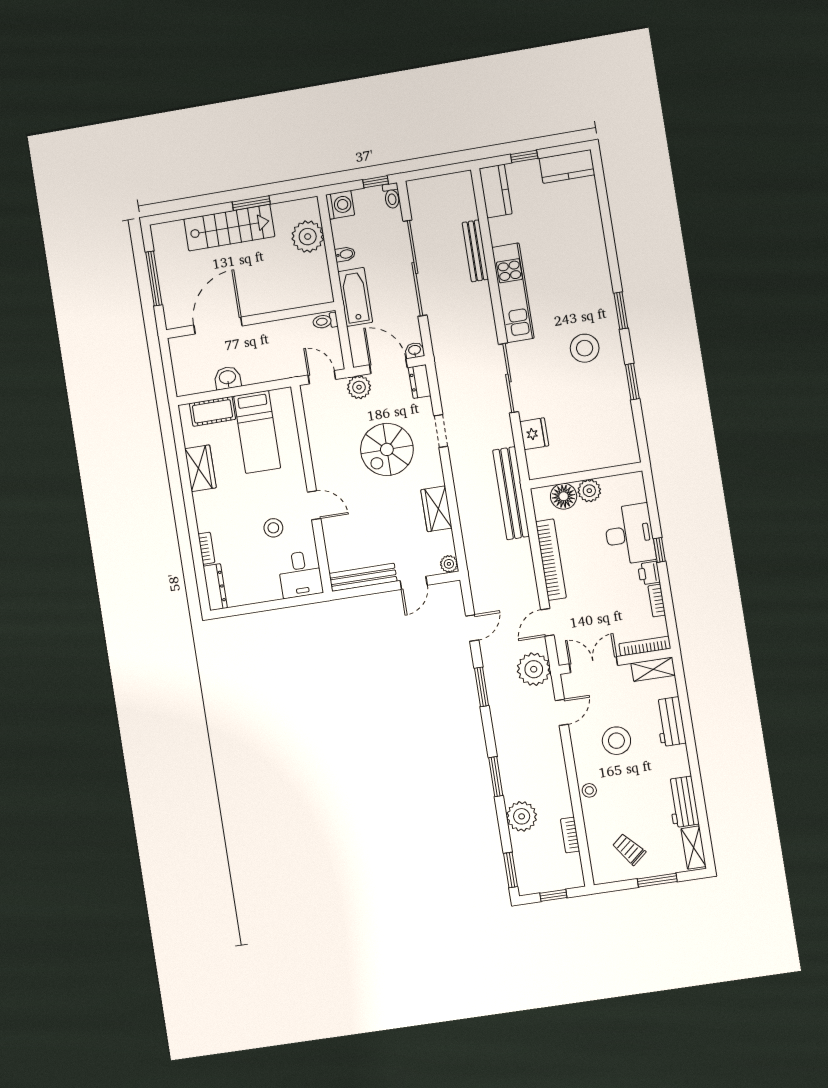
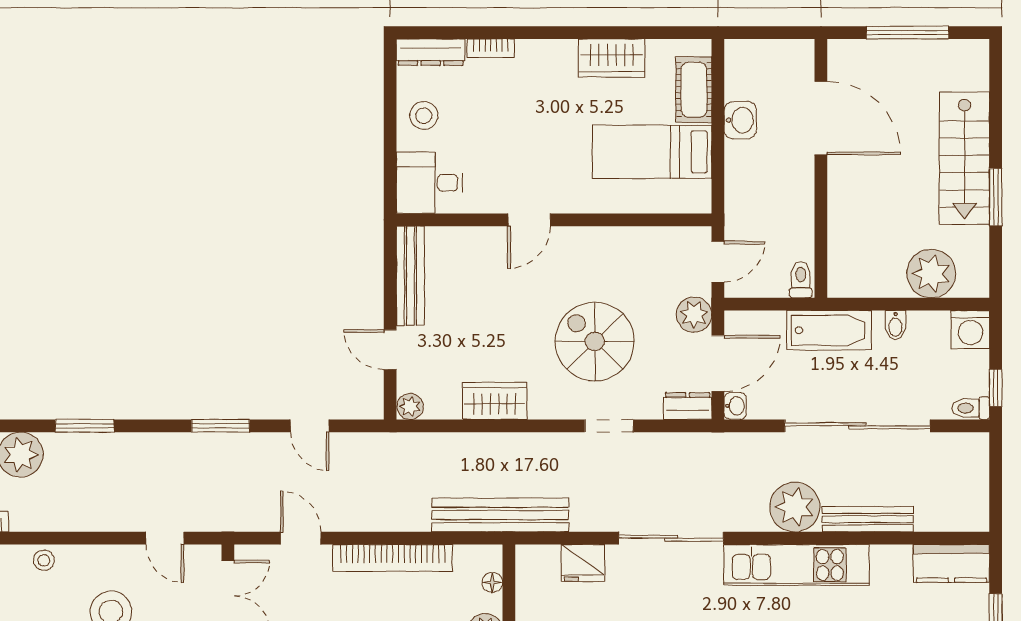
floor lamp: (564, 496) -> (492, 582), width x0.53, depth x0.53
stool: (273, 528) -> (424, 116), moved
plant: (534, 669) -> (795, 507), moved

